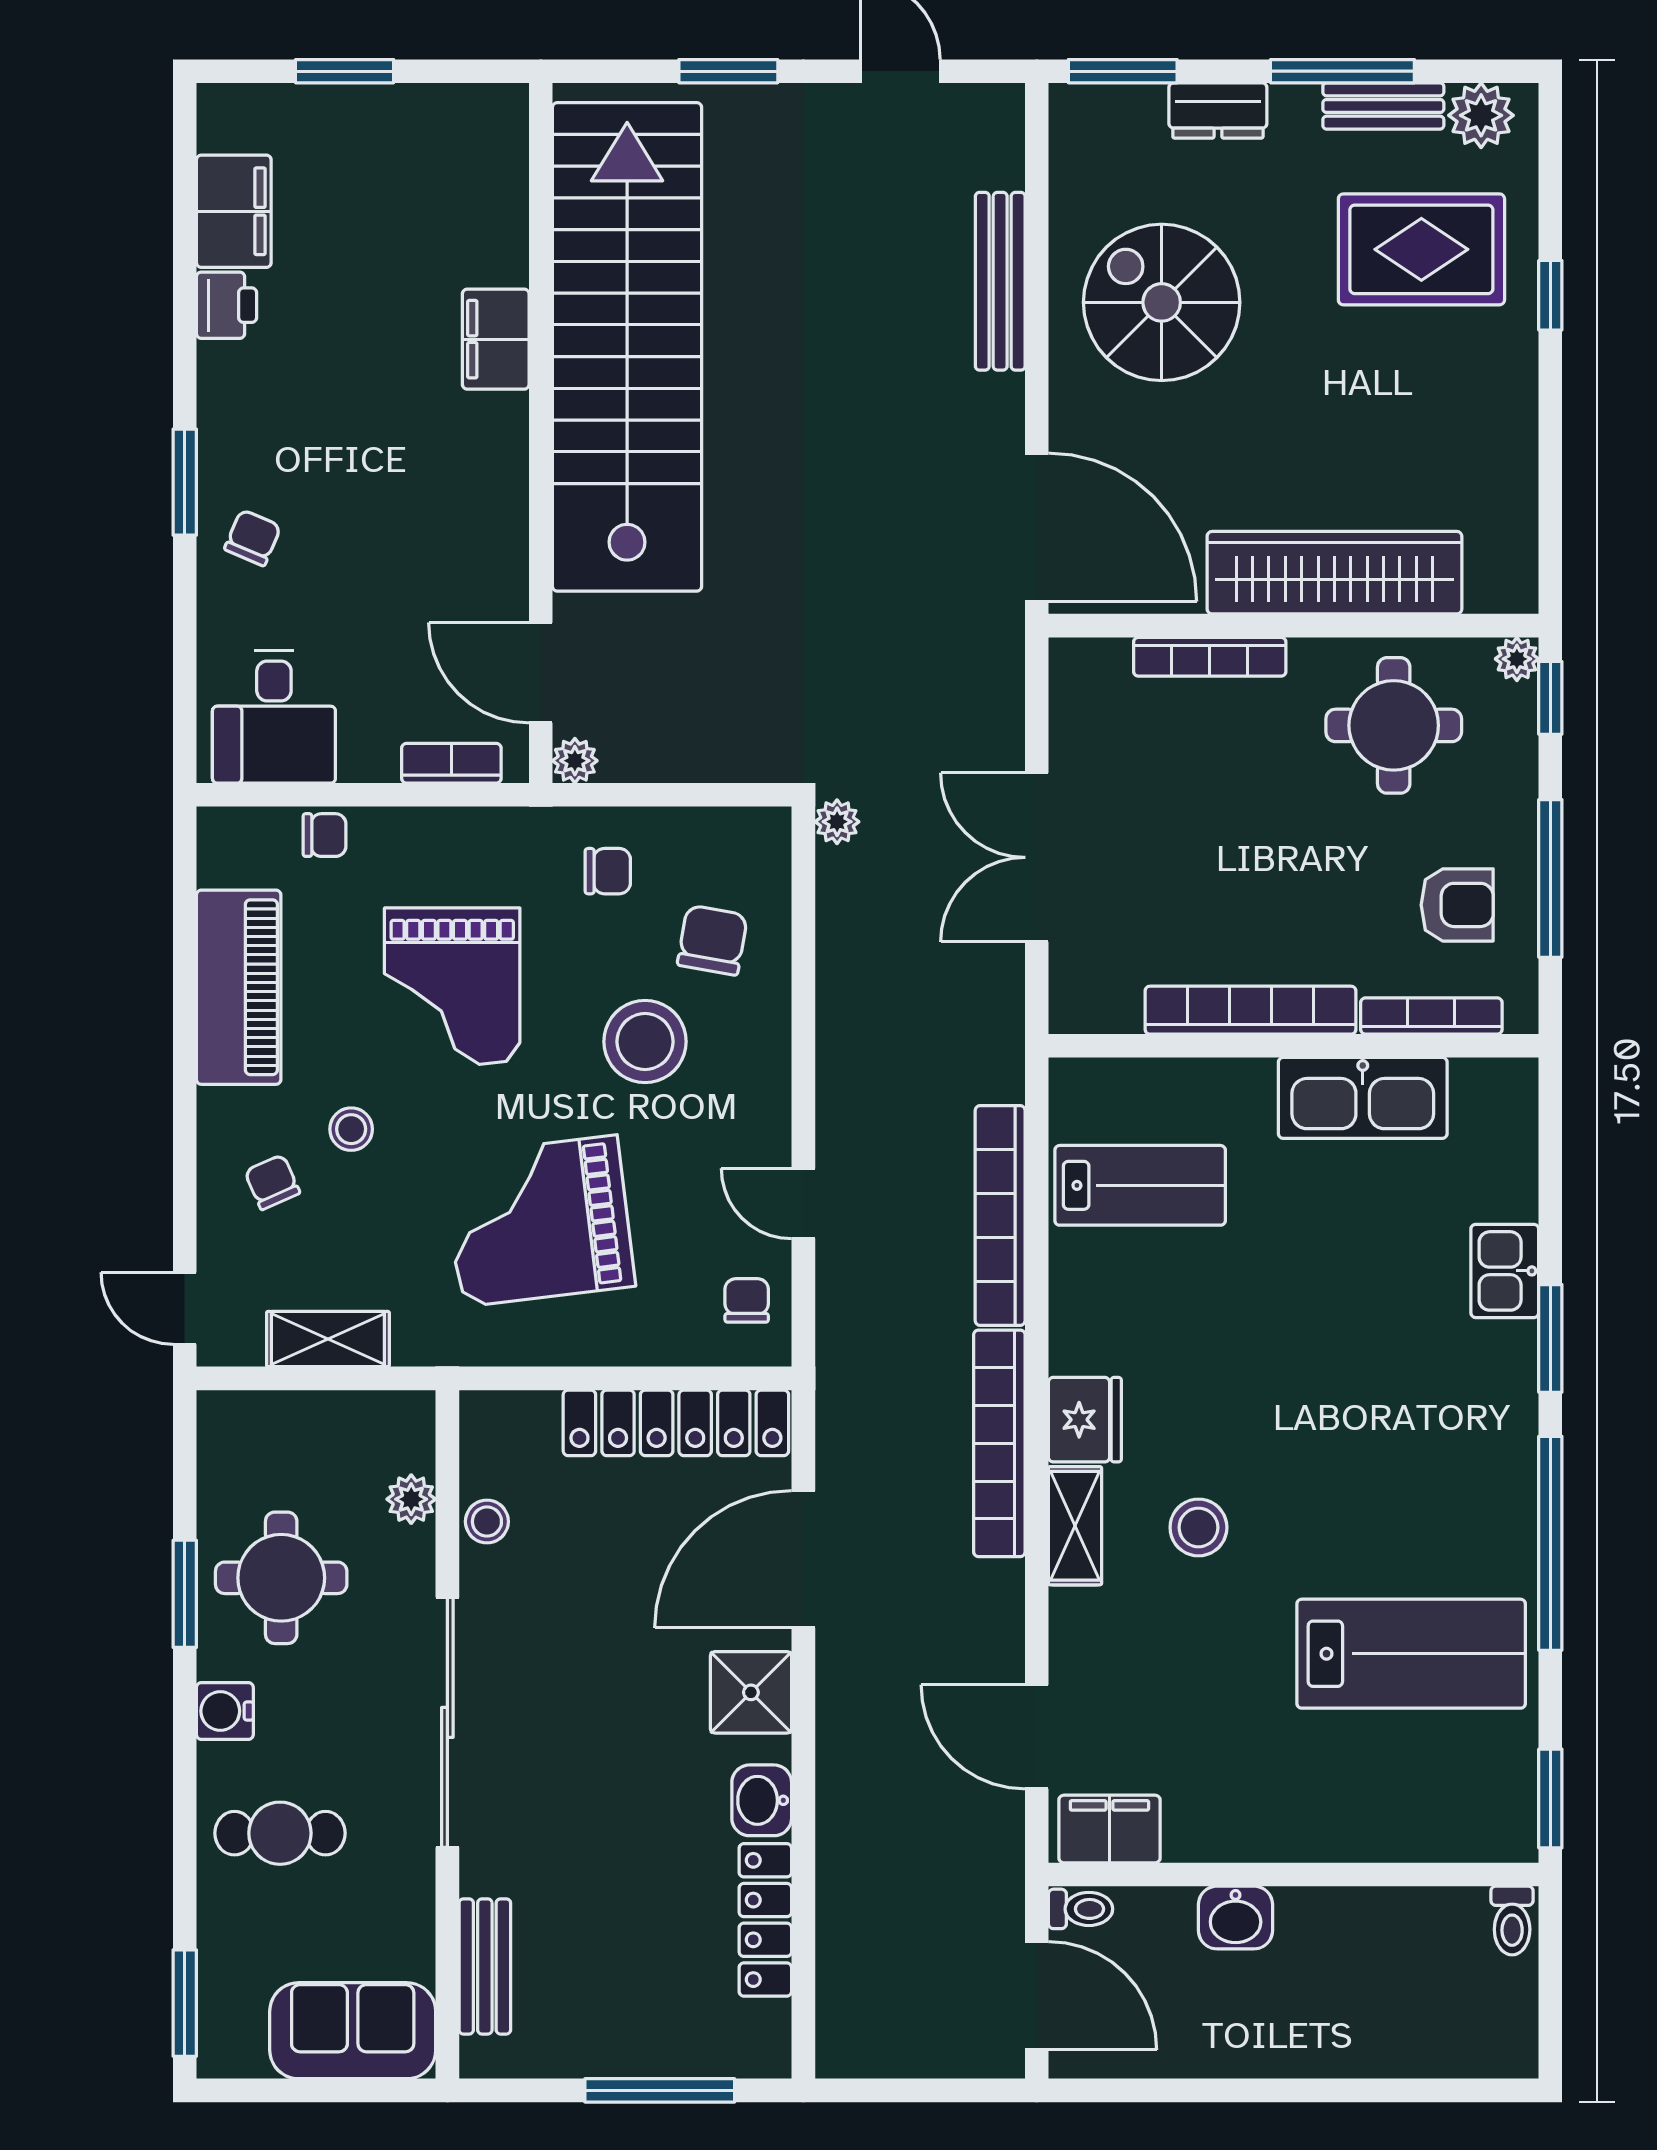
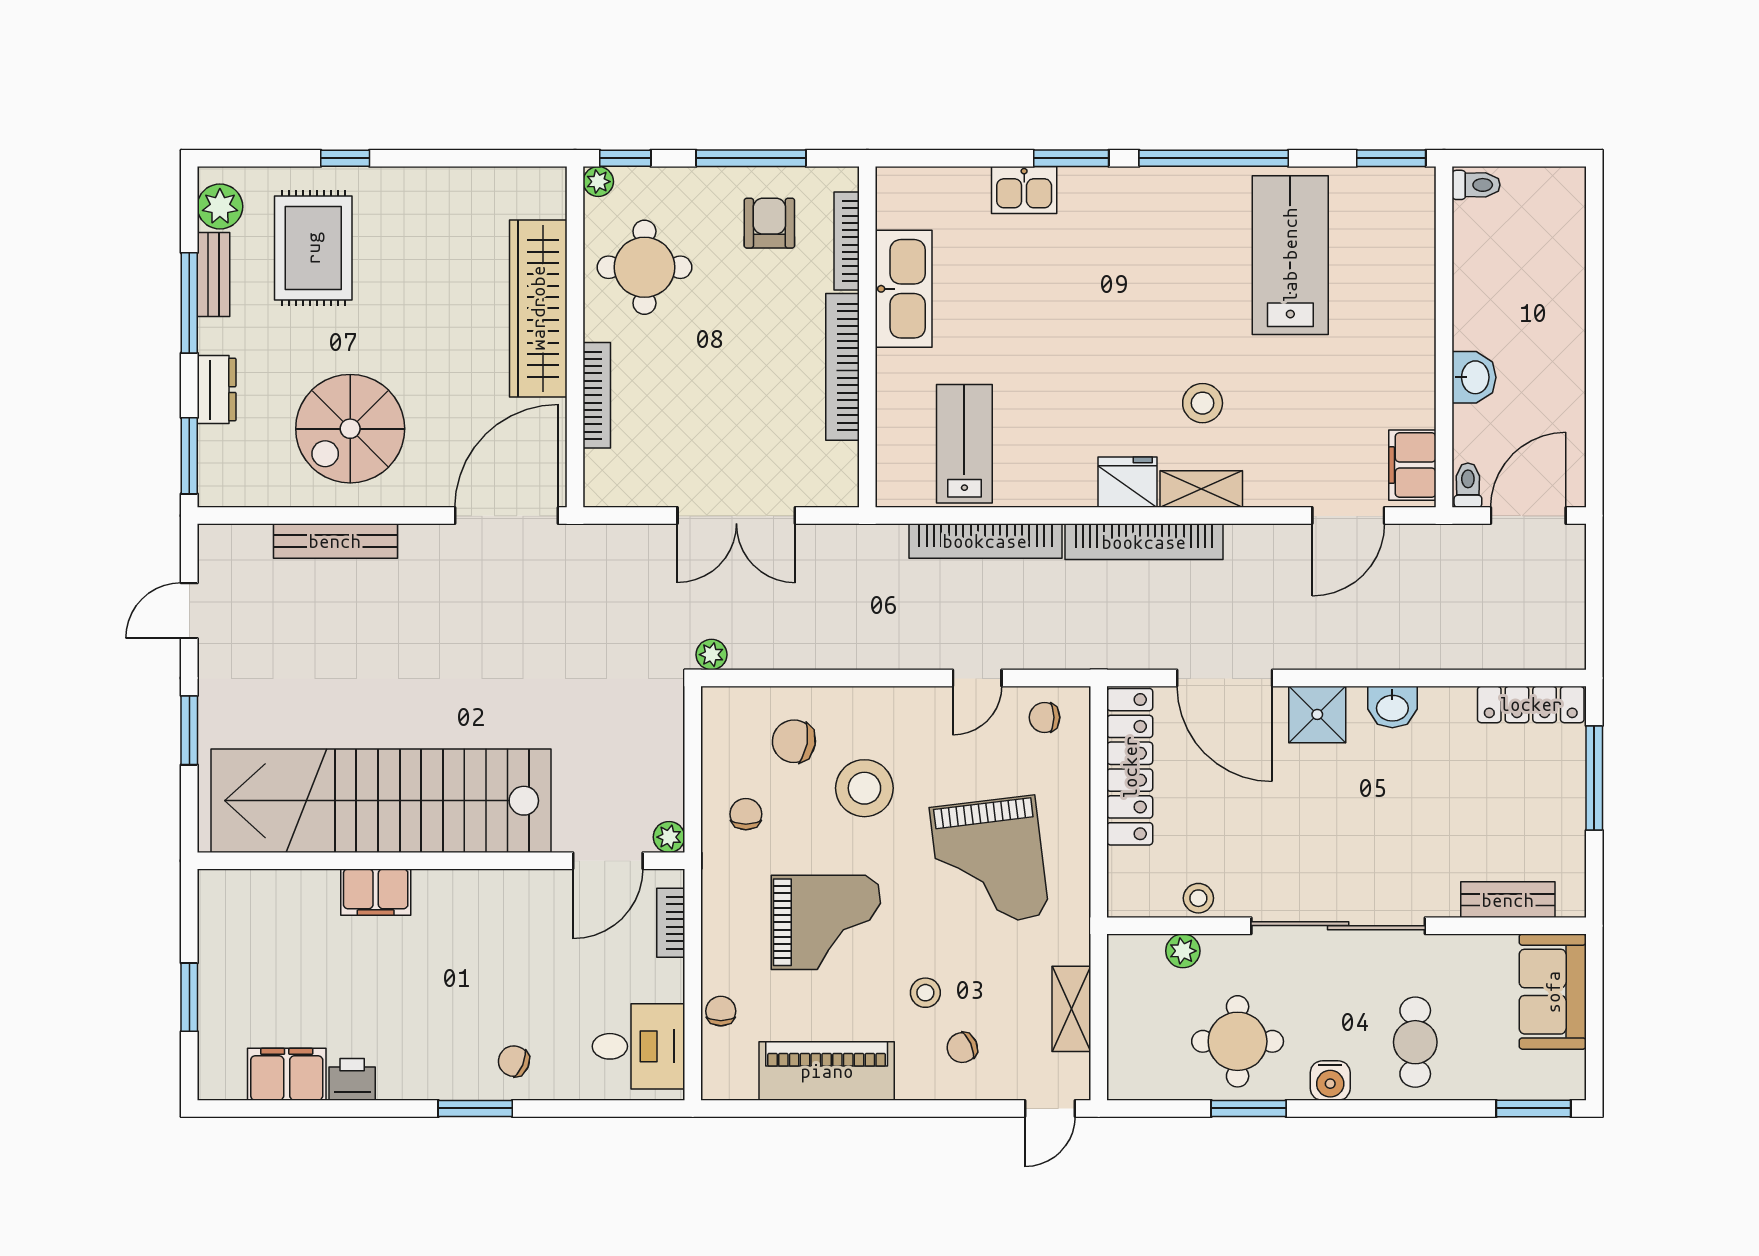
locker: (765, 1920) -> (1531, 704), moved

